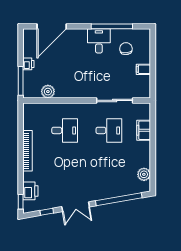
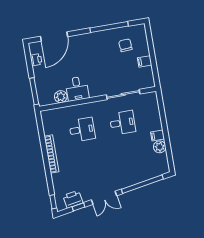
desk: (99, 41) -> (77, 89), moved, turned 180
printer: (28, 64) -> (36, 60), moved
filing cabinet: (144, 130) -> (157, 135), moved, width x0.50
plant: (144, 174) -> (160, 147), moved
printer: (30, 191) -> (73, 199), moved, turned -100

